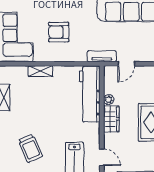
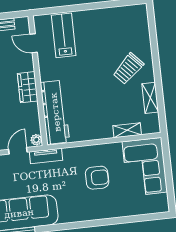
shelving: (41, 71) -> (127, 130), moved
plant: (109, 100) -> (36, 140), moved
trolley: (30, 148) -> (128, 69), moved, turned -109

